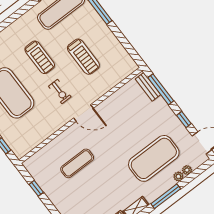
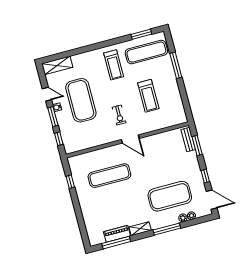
treadmill: (40, 57) -> (114, 65), moved
window: (161, 89) -> (197, 145), width x0.69
exercise mat: (77, 163) -> (109, 176), width x1.36, depth x1.45

